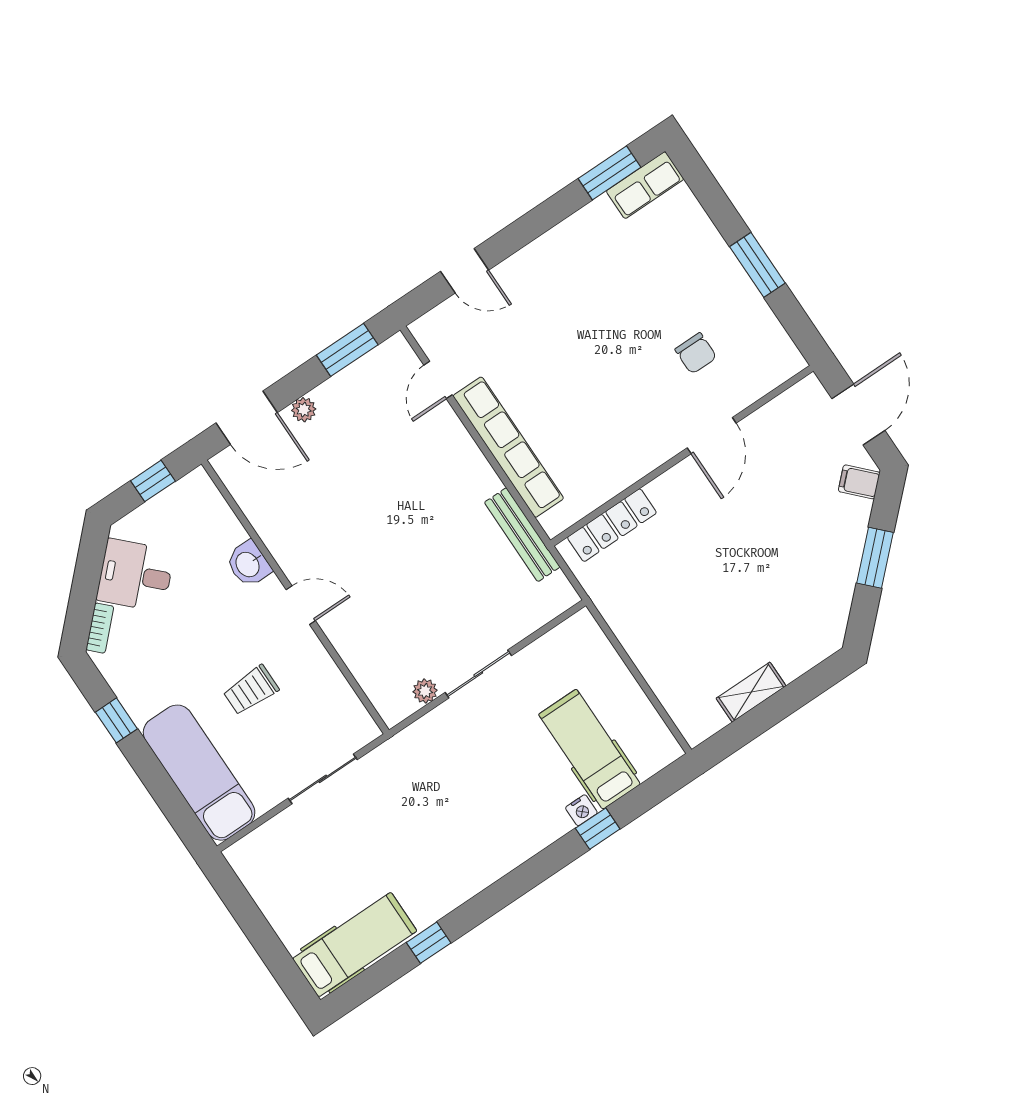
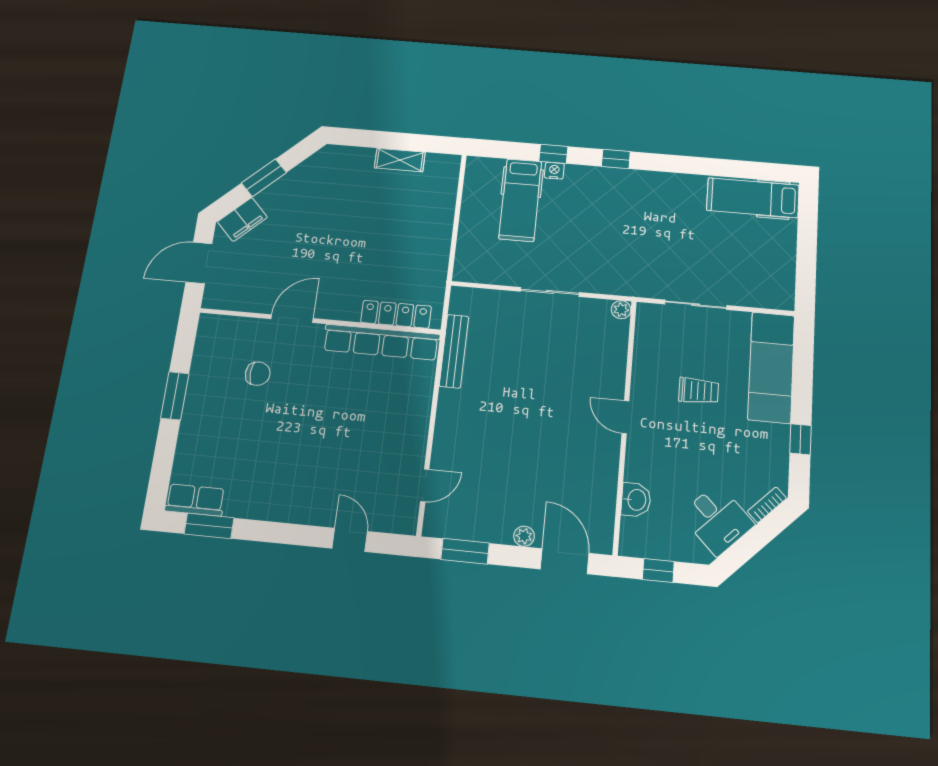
chair: (696, 353) -> (258, 374), turned 90
row of seats: (508, 447) -> (381, 342), moved, turned -90
filing cabinet: (859, 482) -> (242, 219), width x2.00
washbasin: (248, 564) -> (636, 500), moved
plant: (425, 691) -> (621, 310), moved
window: (429, 943) -> (616, 159), moved

